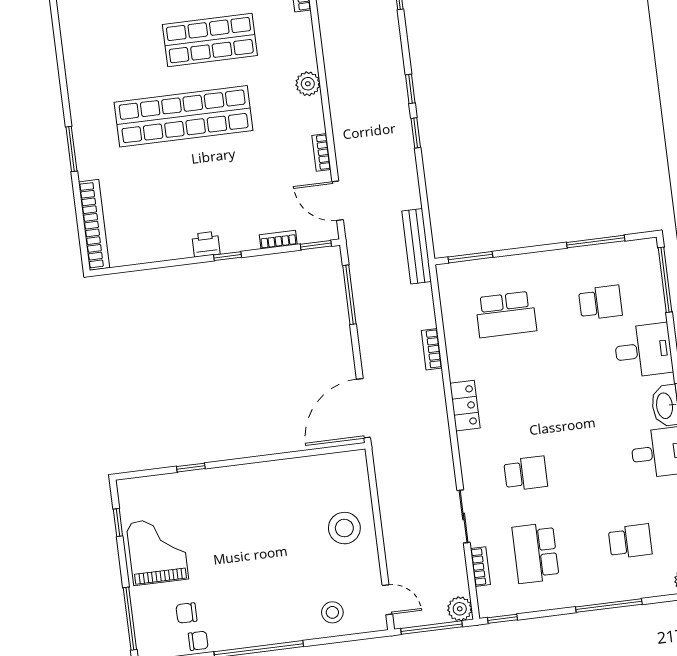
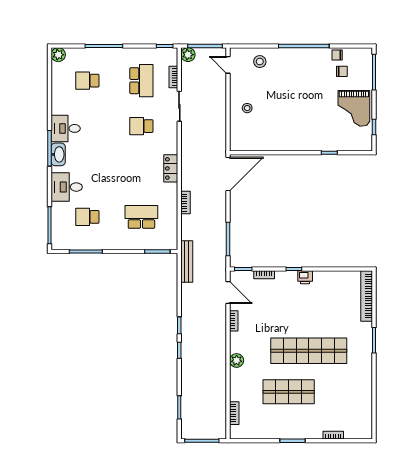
stool: (344, 528) -> (247, 108), width x0.53, depth x0.53

